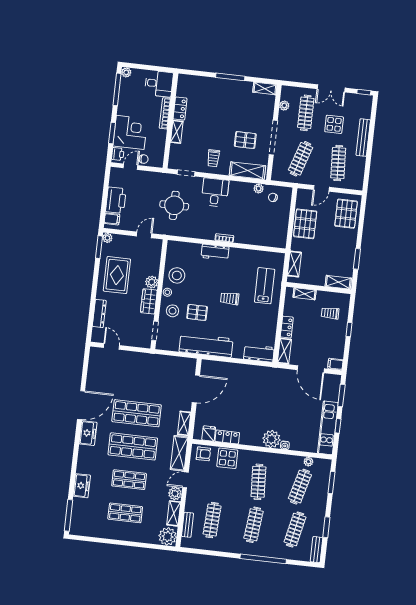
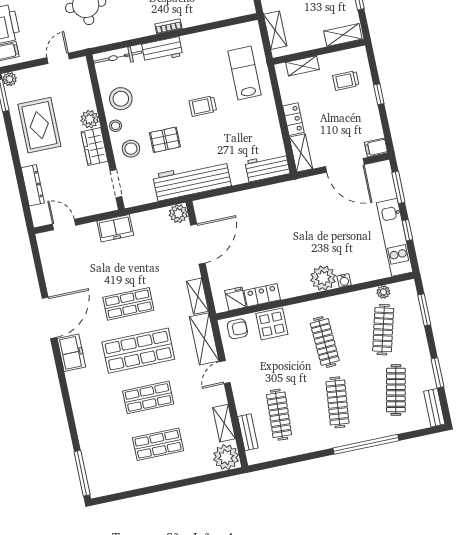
bicycle: (184, 247) -> (118, 57), added
shop shelf: (137, 413) -> (128, 304), width x0.70, depth x0.74
freezer: (82, 486) -> (115, 228), moved, turned 90
plant: (175, 494) -> (178, 214), moved

